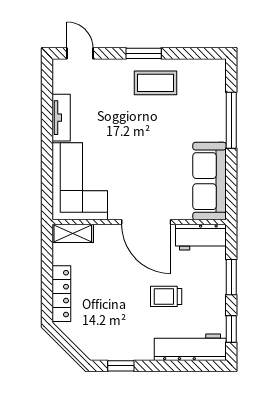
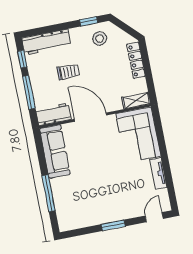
door: (80, 53) -> (154, 217), swing flipped
coffee table: (155, 83) -> (102, 208), removed
window: (231, 277) -> (29, 92), width x1.44
stool: (109, 337) -> (100, 38), added

